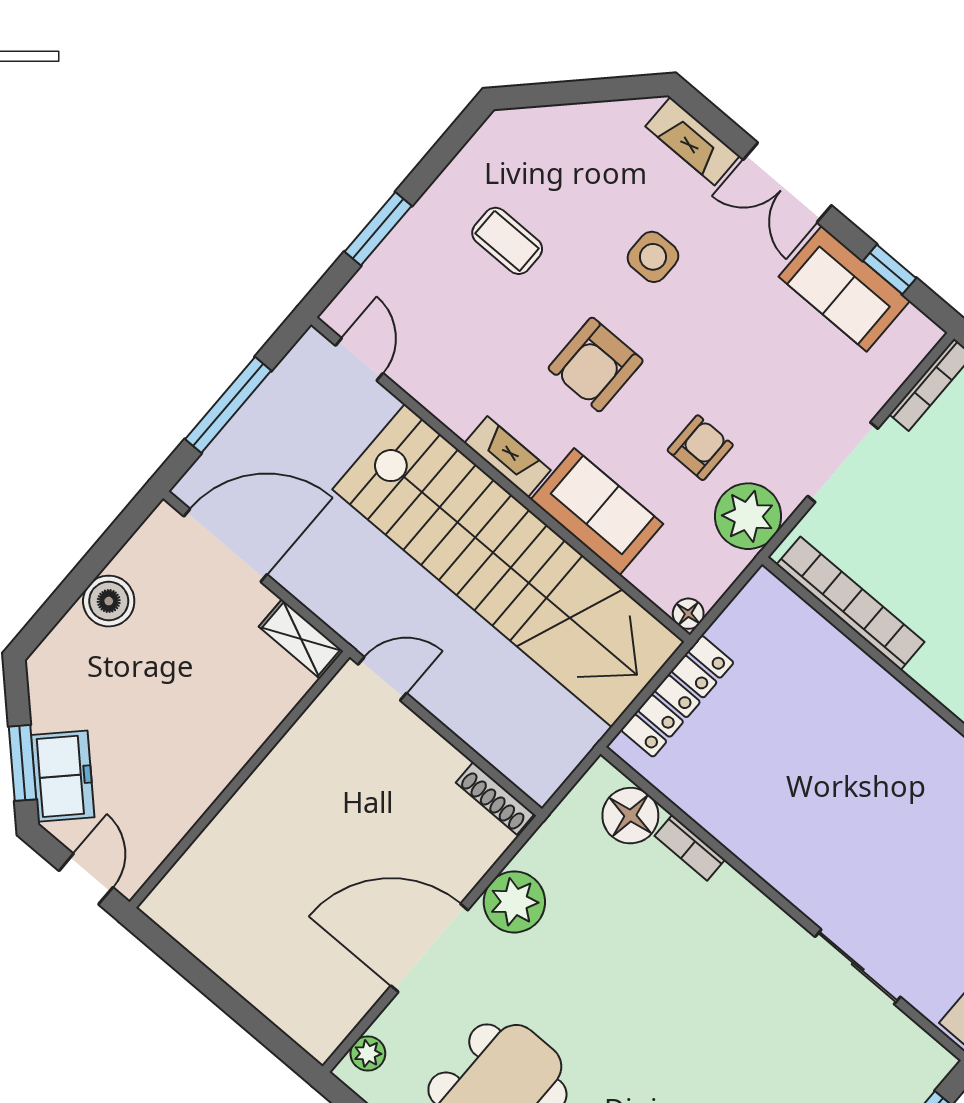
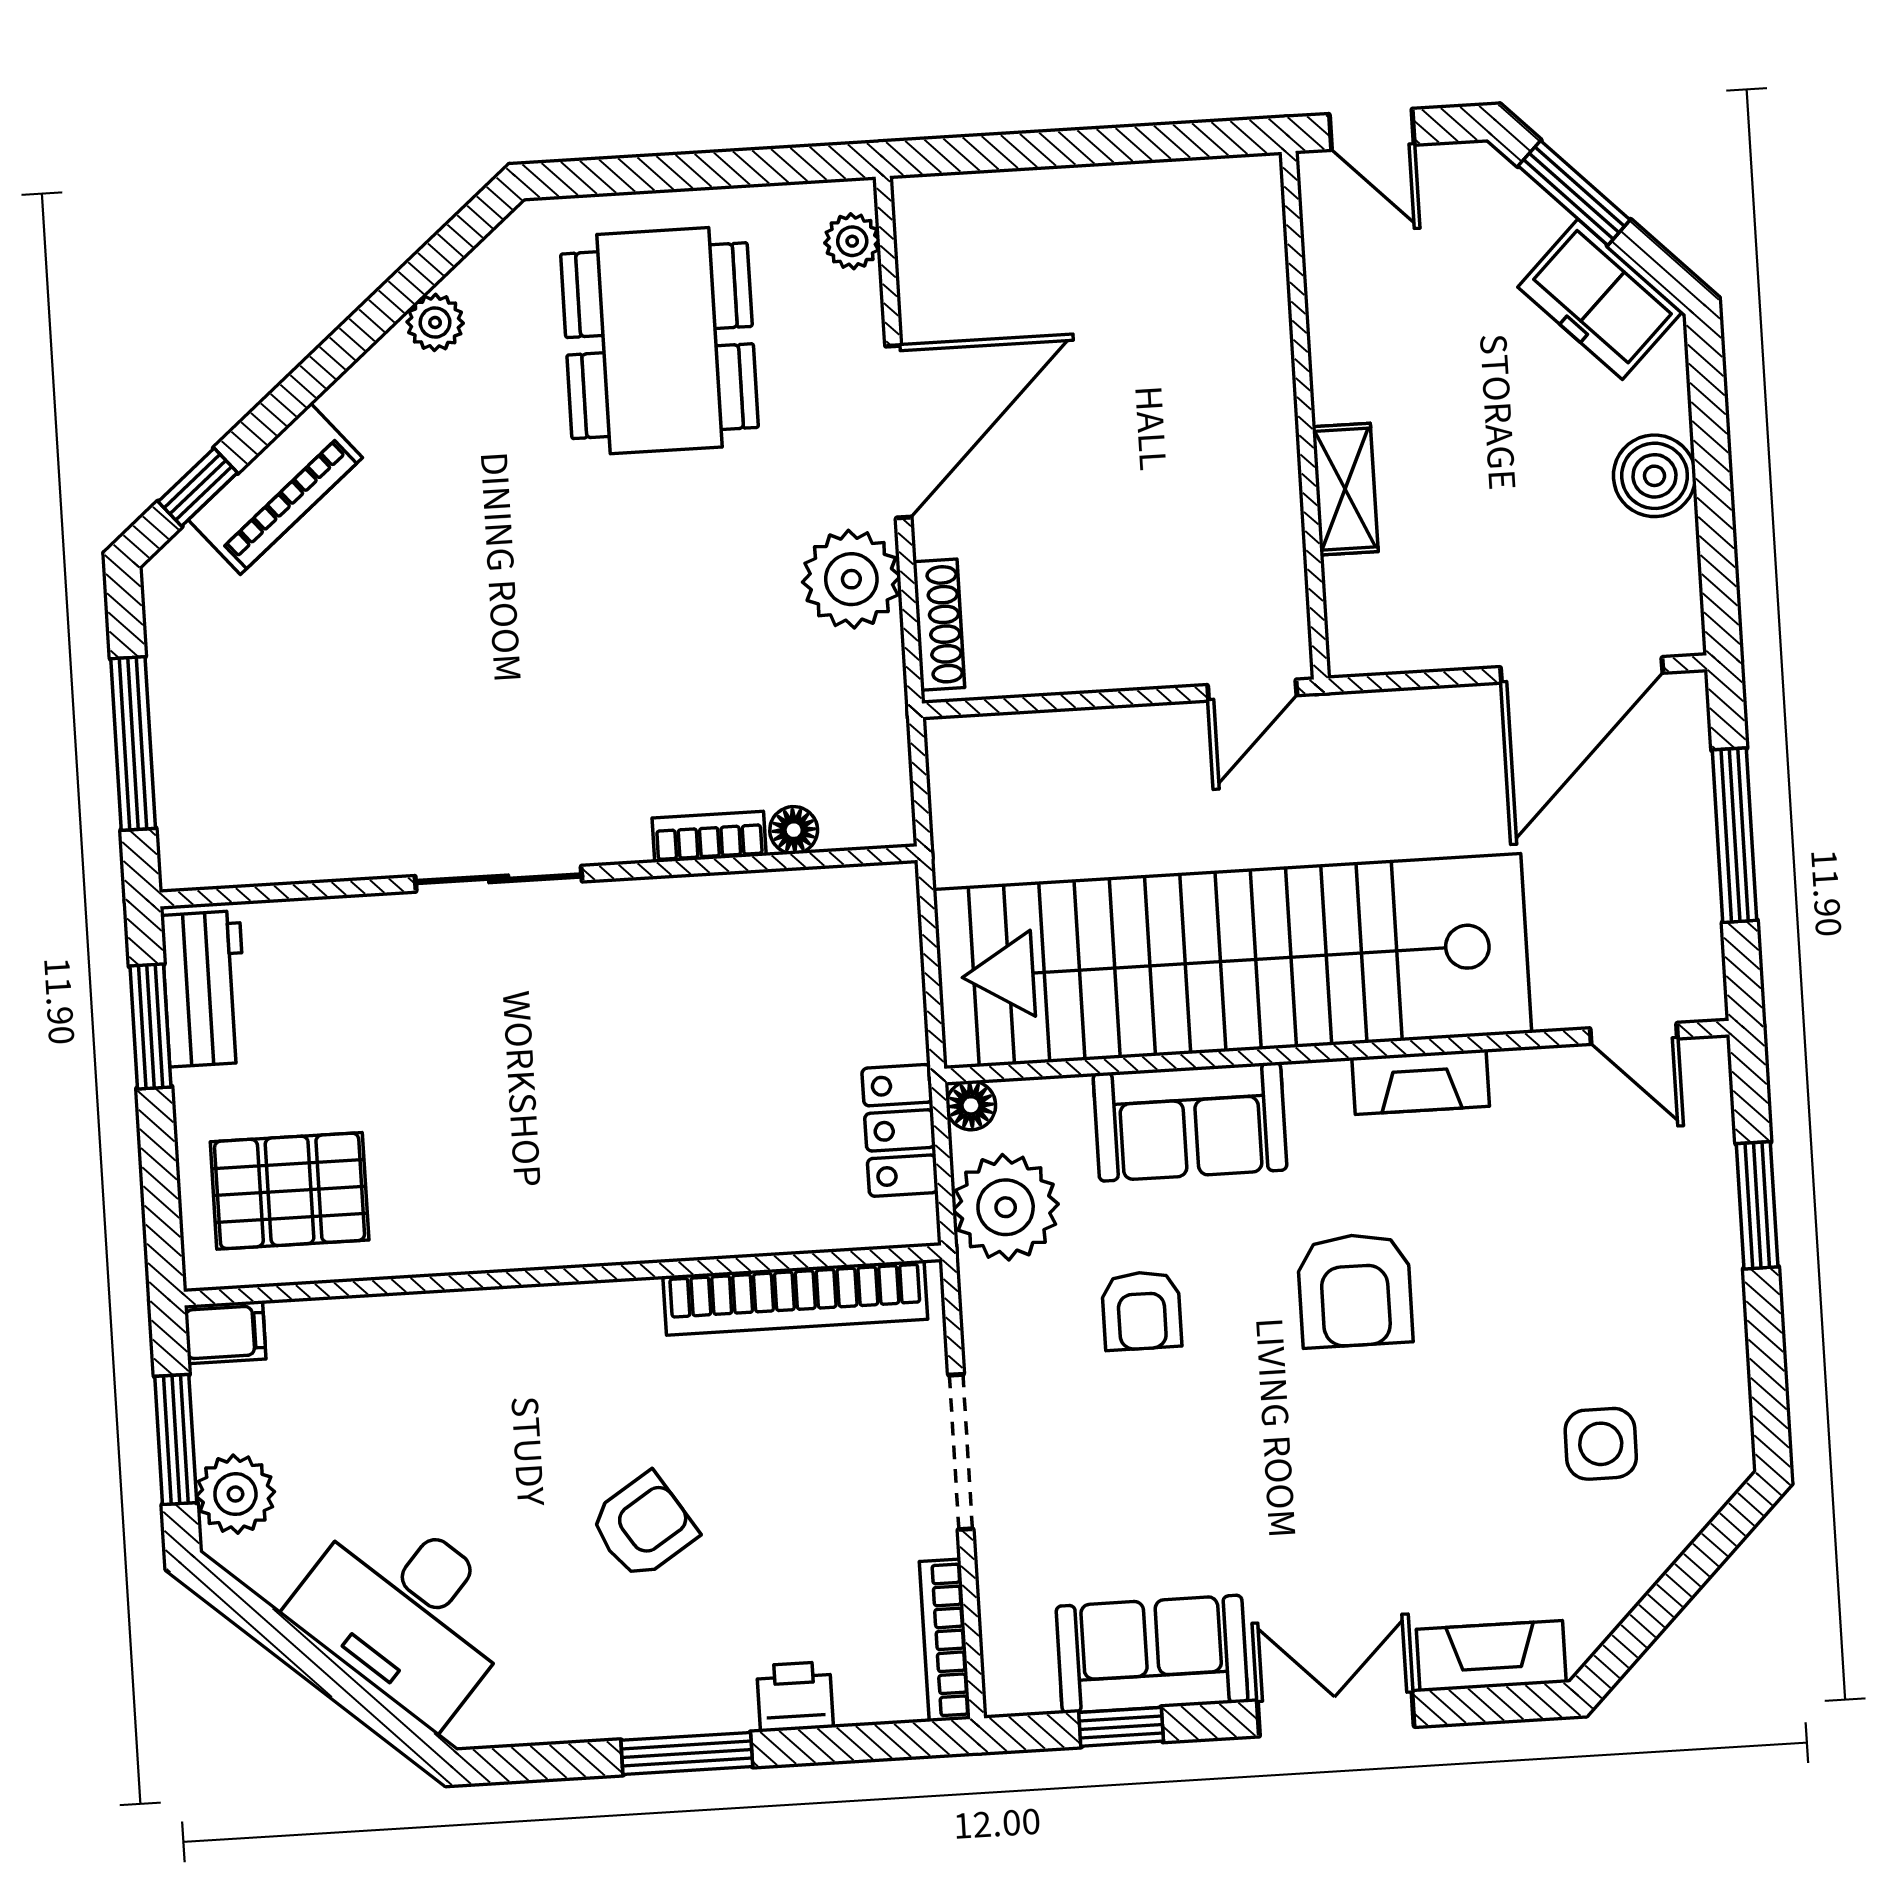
coffee table: (507, 241) -> (1595, 1335), removed
side table: (653, 257) -> (1601, 1444), moved
armchair: (596, 365) -> (1355, 1290), turned 180
fireplace: (508, 457) -> (1421, 1082), moved
plant: (748, 516) -> (1006, 1207), moved
shelving: (301, 639) -> (1345, 489), moved, turned 90
locker: (677, 696) -> (900, 1130), moved, width x0.66
freezer: (63, 776) -> (1600, 299), moved
shoe rack: (495, 798) -> (939, 625), moved, turned 90
floor lamp: (630, 816) -> (794, 830), width x0.53, depth x0.53
sliding door: (858, 967) -> (499, 879), moved

